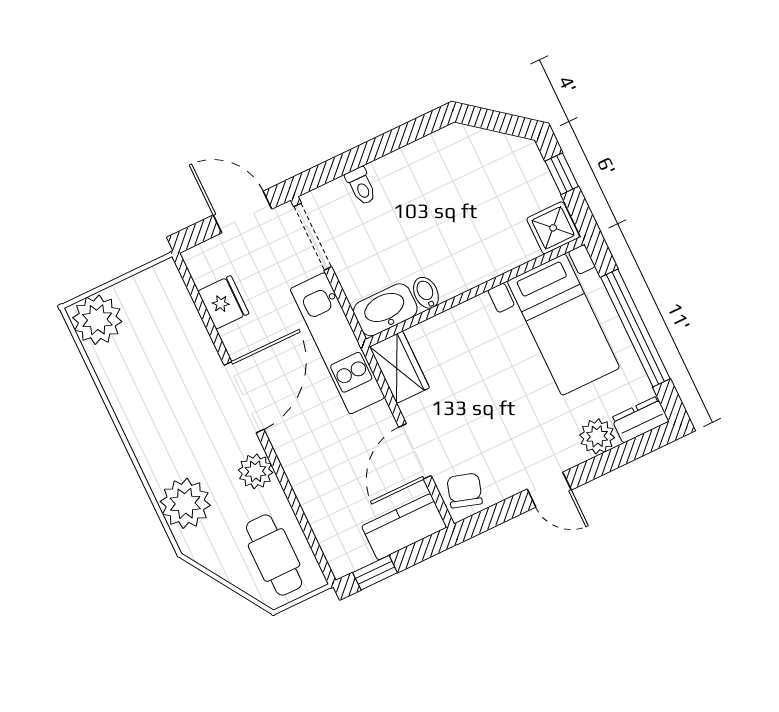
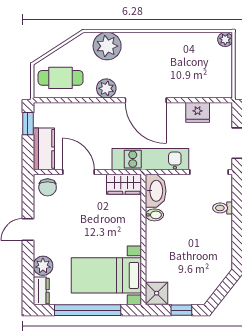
plant: (97, 320) -> (225, 39), width x0.53, depth x0.53
chair: (465, 490) -> (48, 187), turned 73

